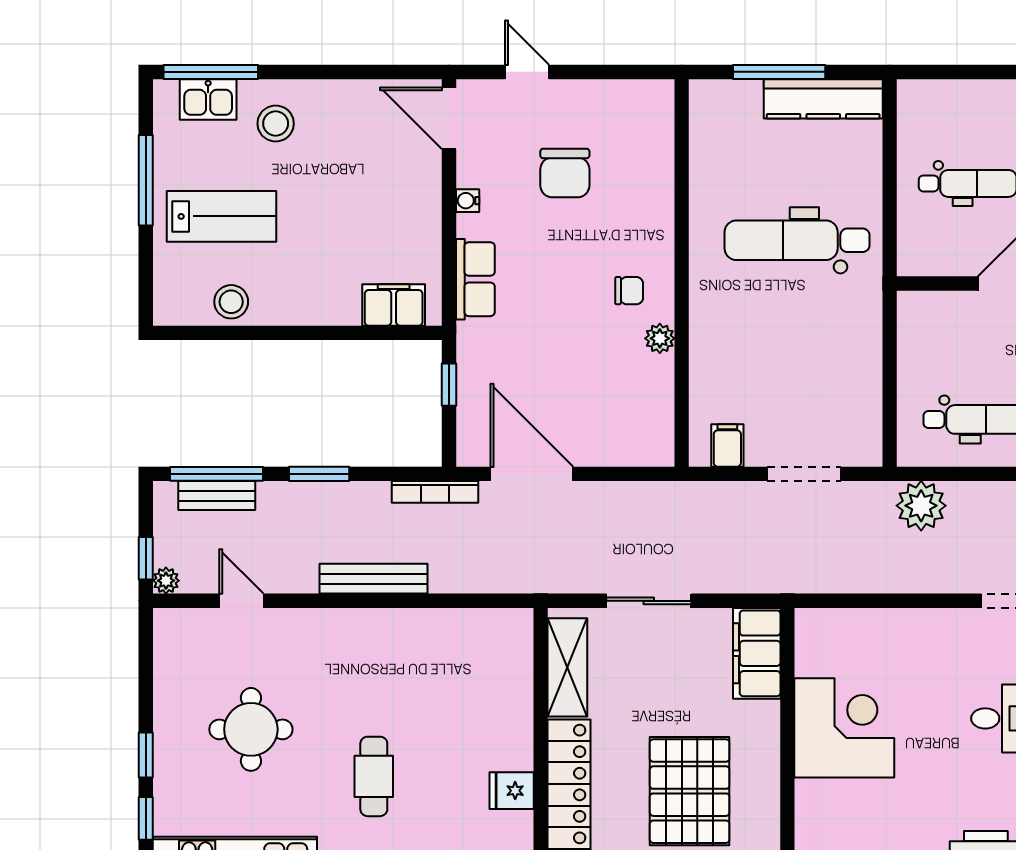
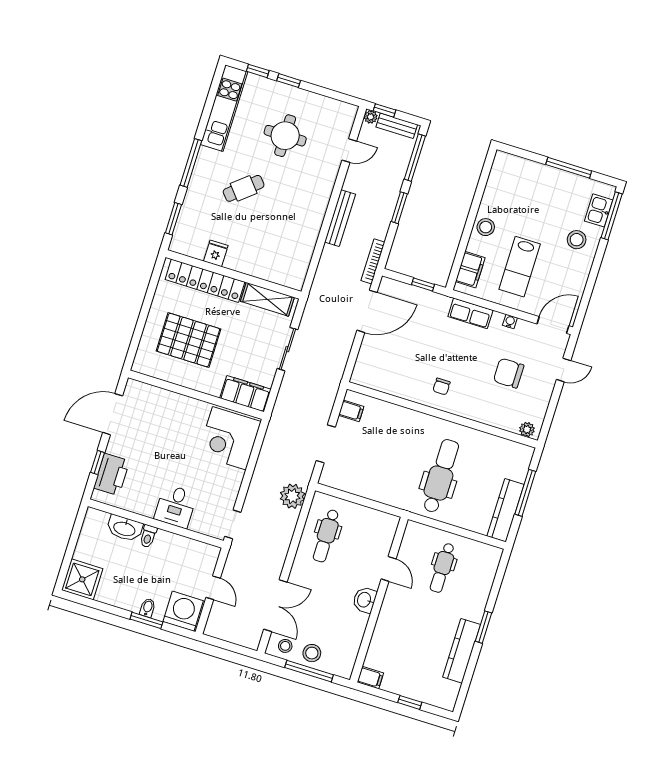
lab bench: (222, 216) -> (520, 267), moved
stool: (231, 302) -> (486, 227), moved
plant: (660, 338) -> (527, 430), moved
bench: (217, 496) -> (397, 126), moved, turned 90
corner desk: (844, 728) -> (229, 438), moved, turned 90
cafe table: (374, 776) -> (244, 188), turned -40

